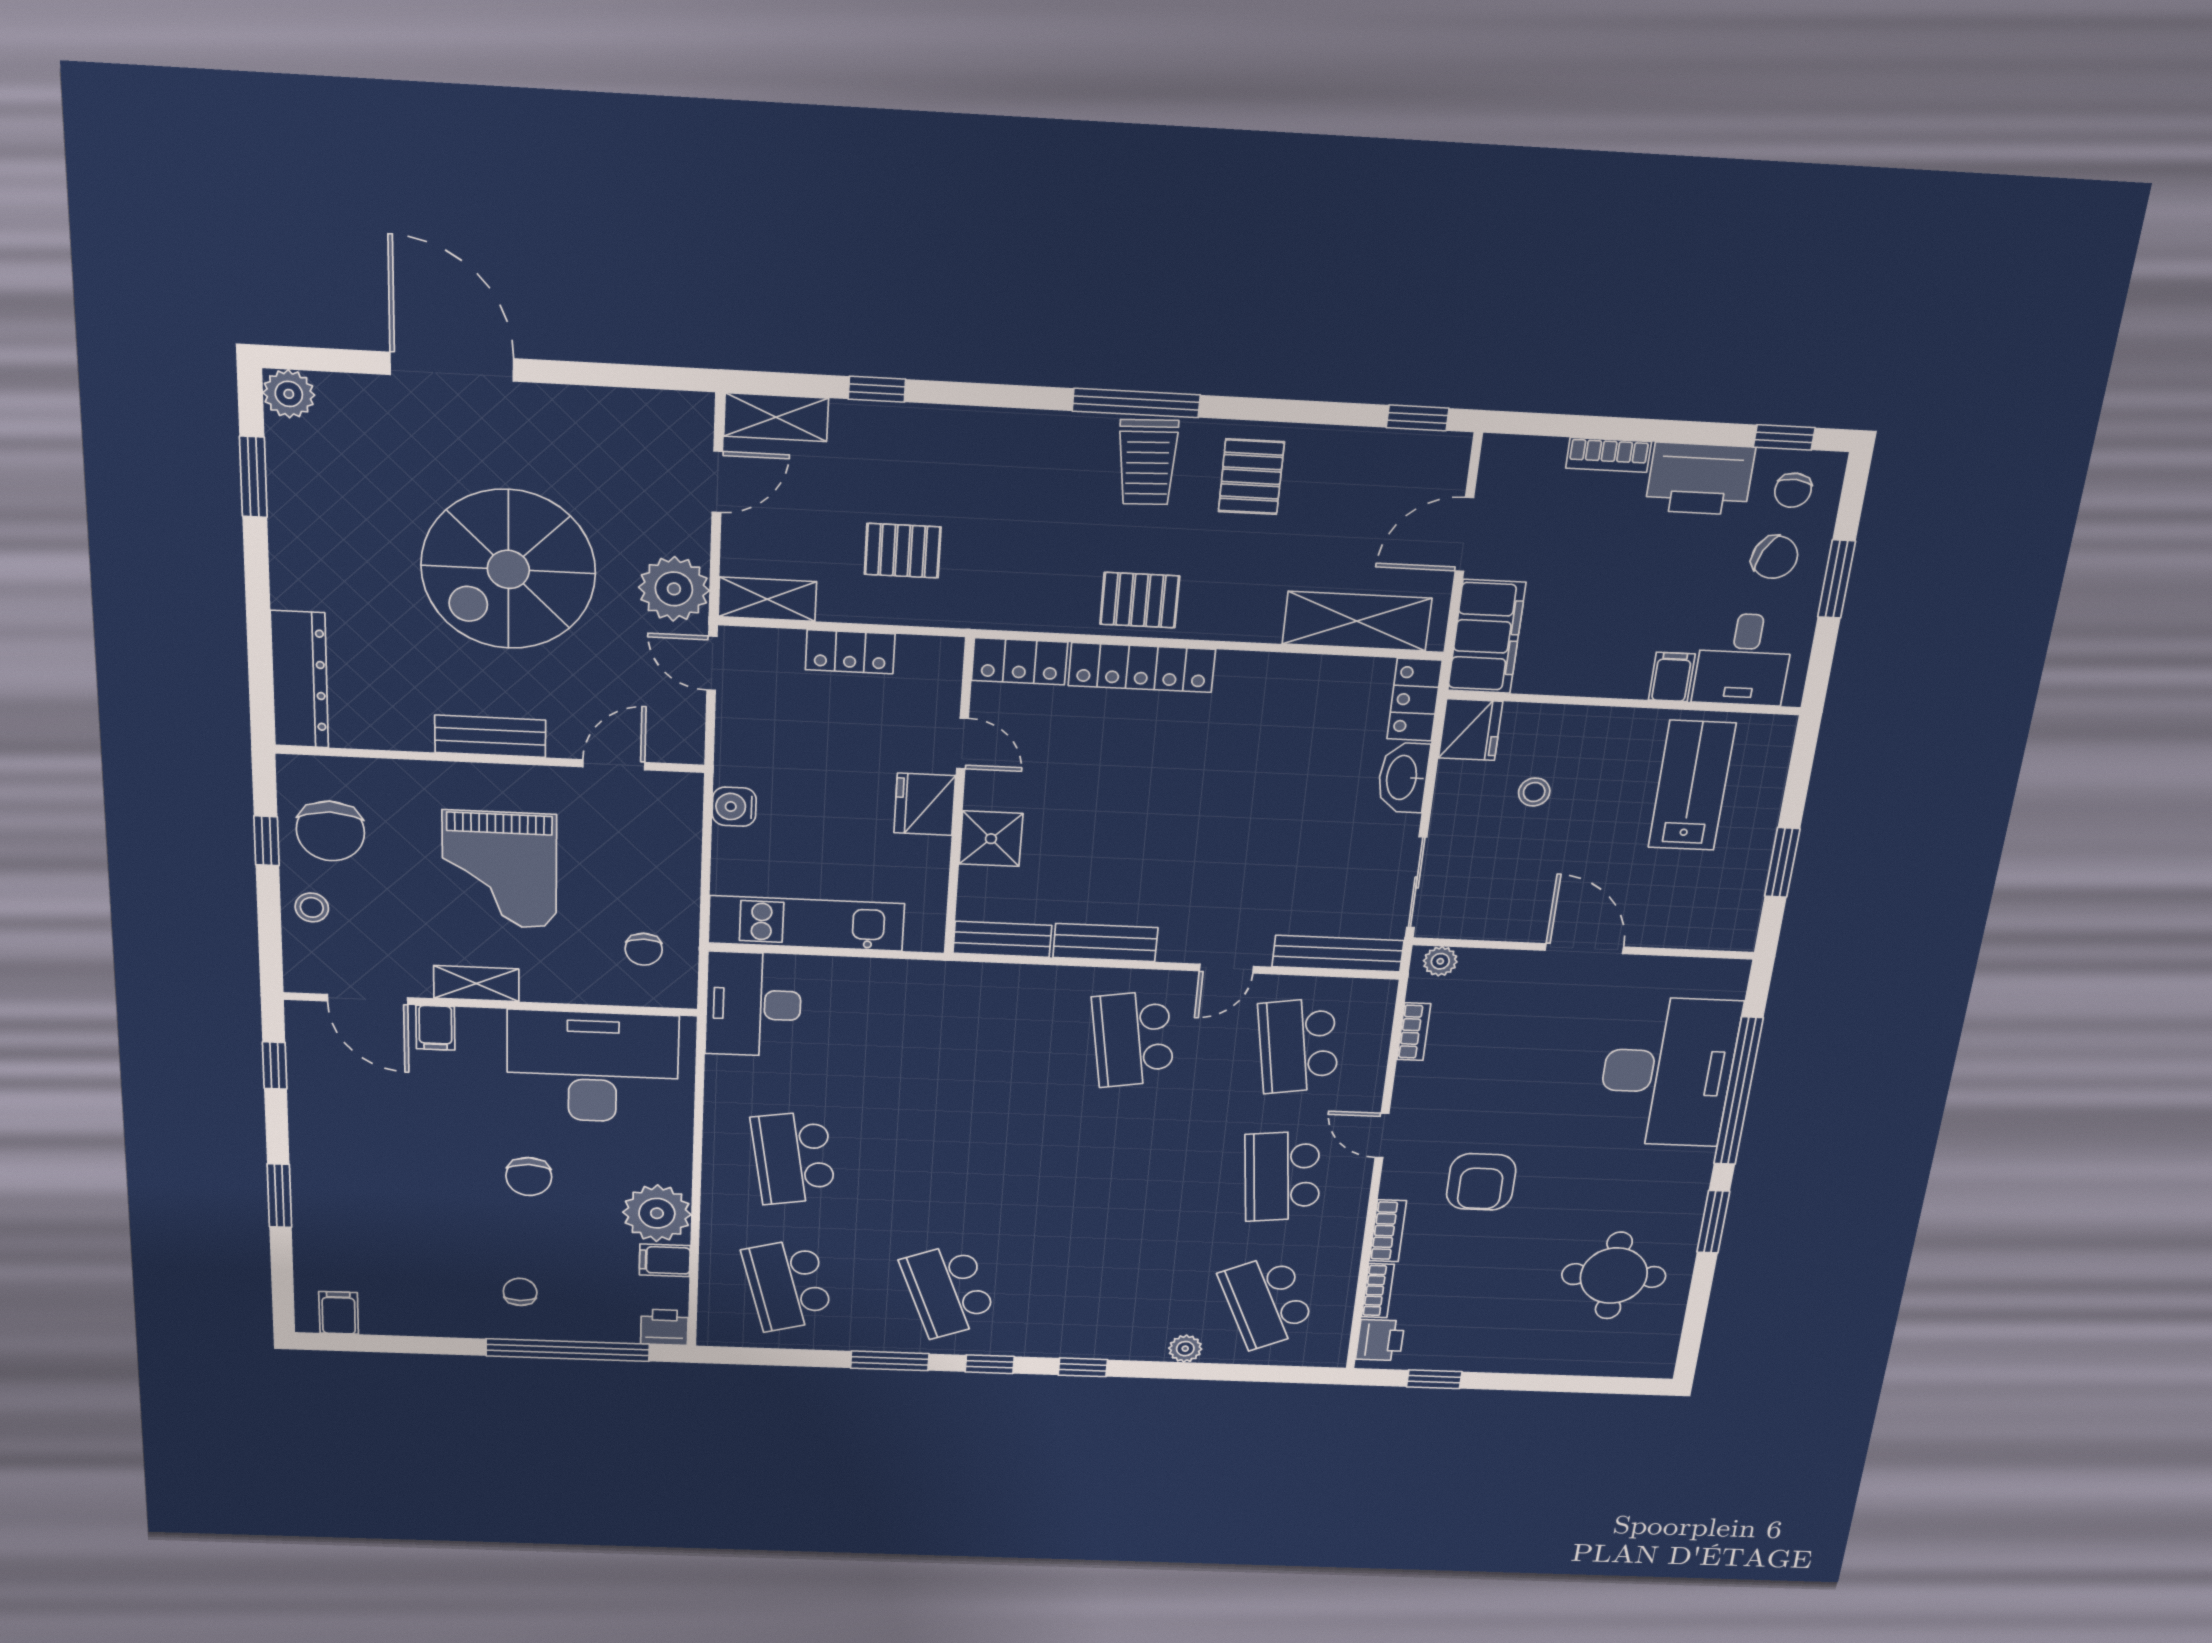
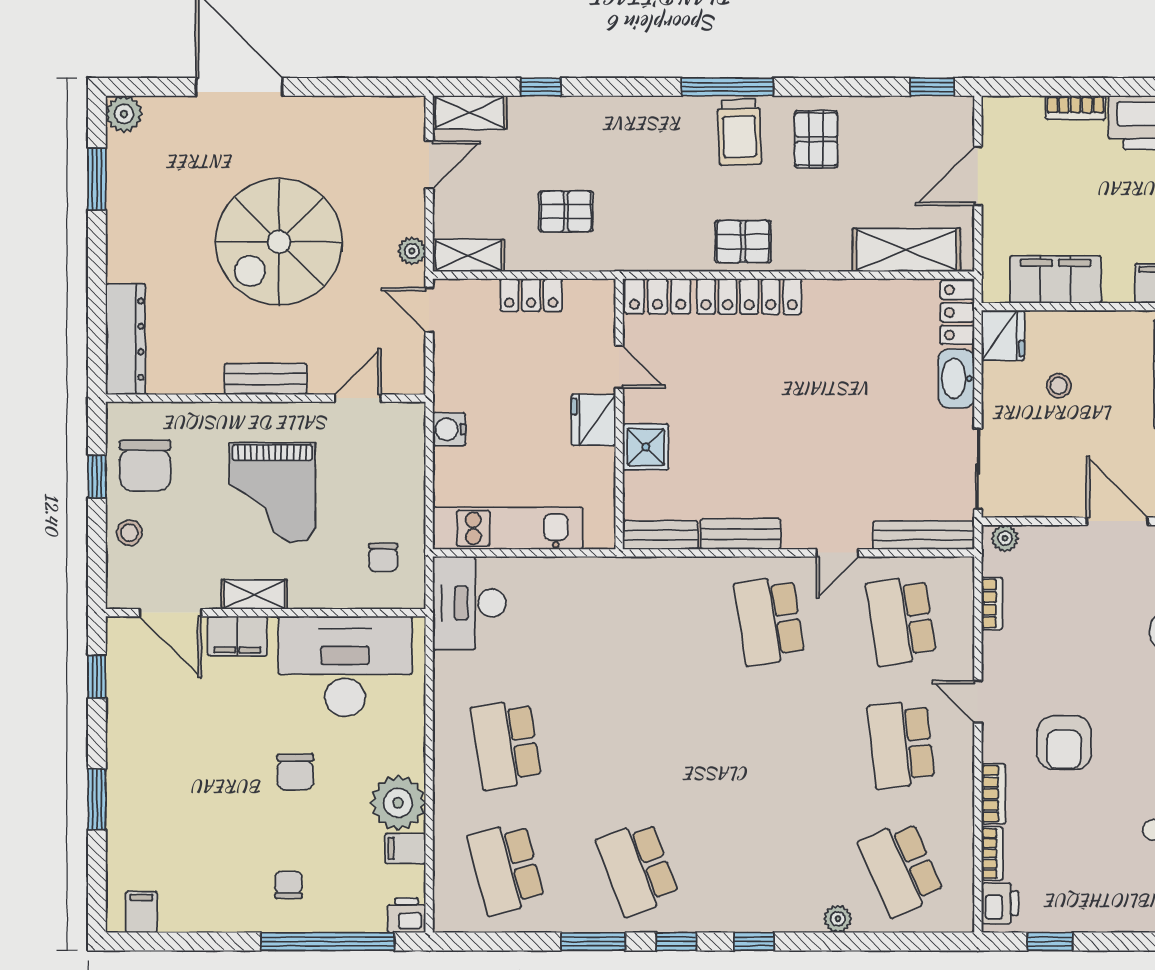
plant: (674, 589) -> (412, 251), width x0.53, depth x0.53
filing cabinet: (1487, 637) -> (1056, 279), moved, turned -90
filing cabinet: (435, 1028) -> (237, 636), width x2.00

